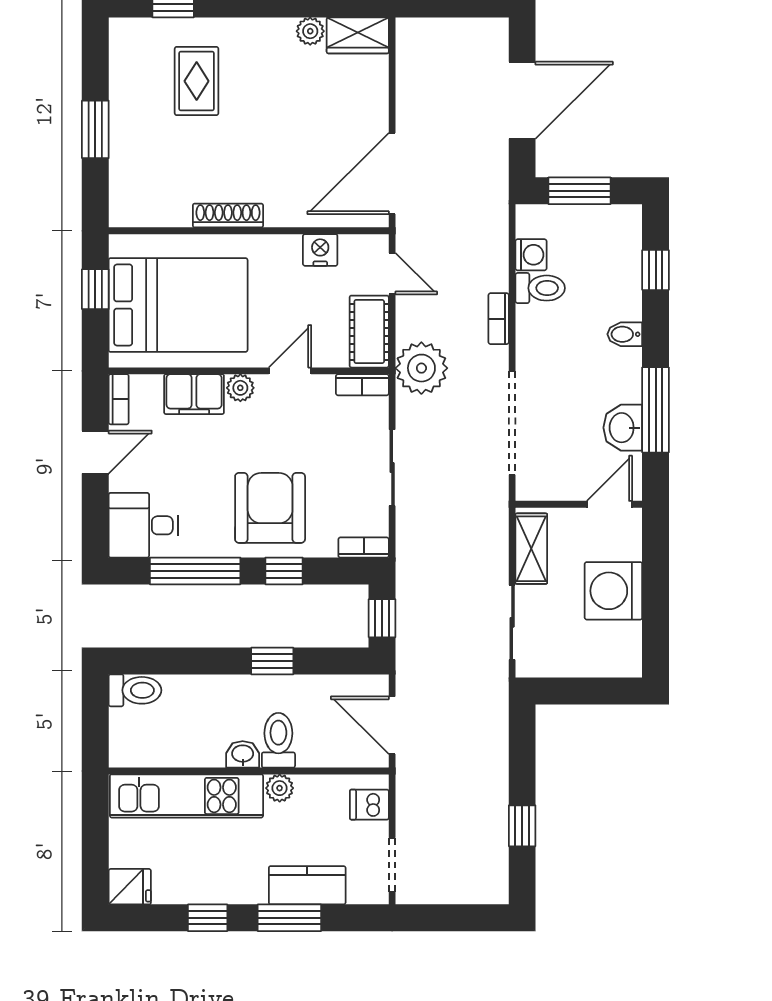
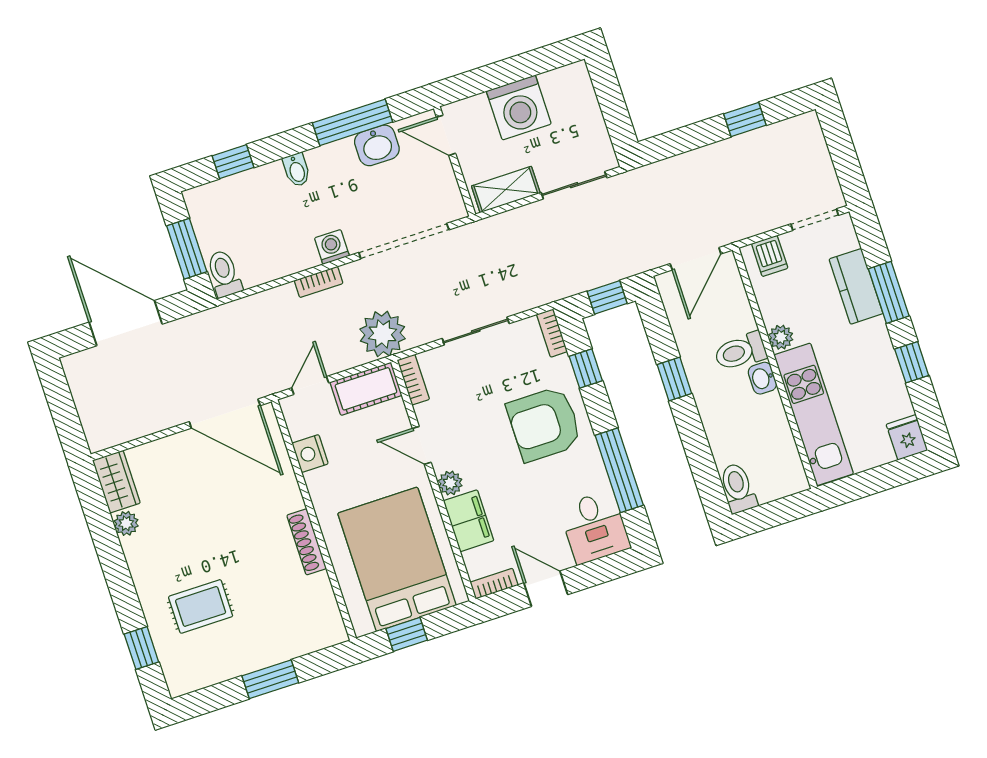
washing machine: (531, 255) -> (332, 247), moved
toilet: (540, 288) -> (224, 274), moved
window: (284, 571) -> (586, 368), moved

